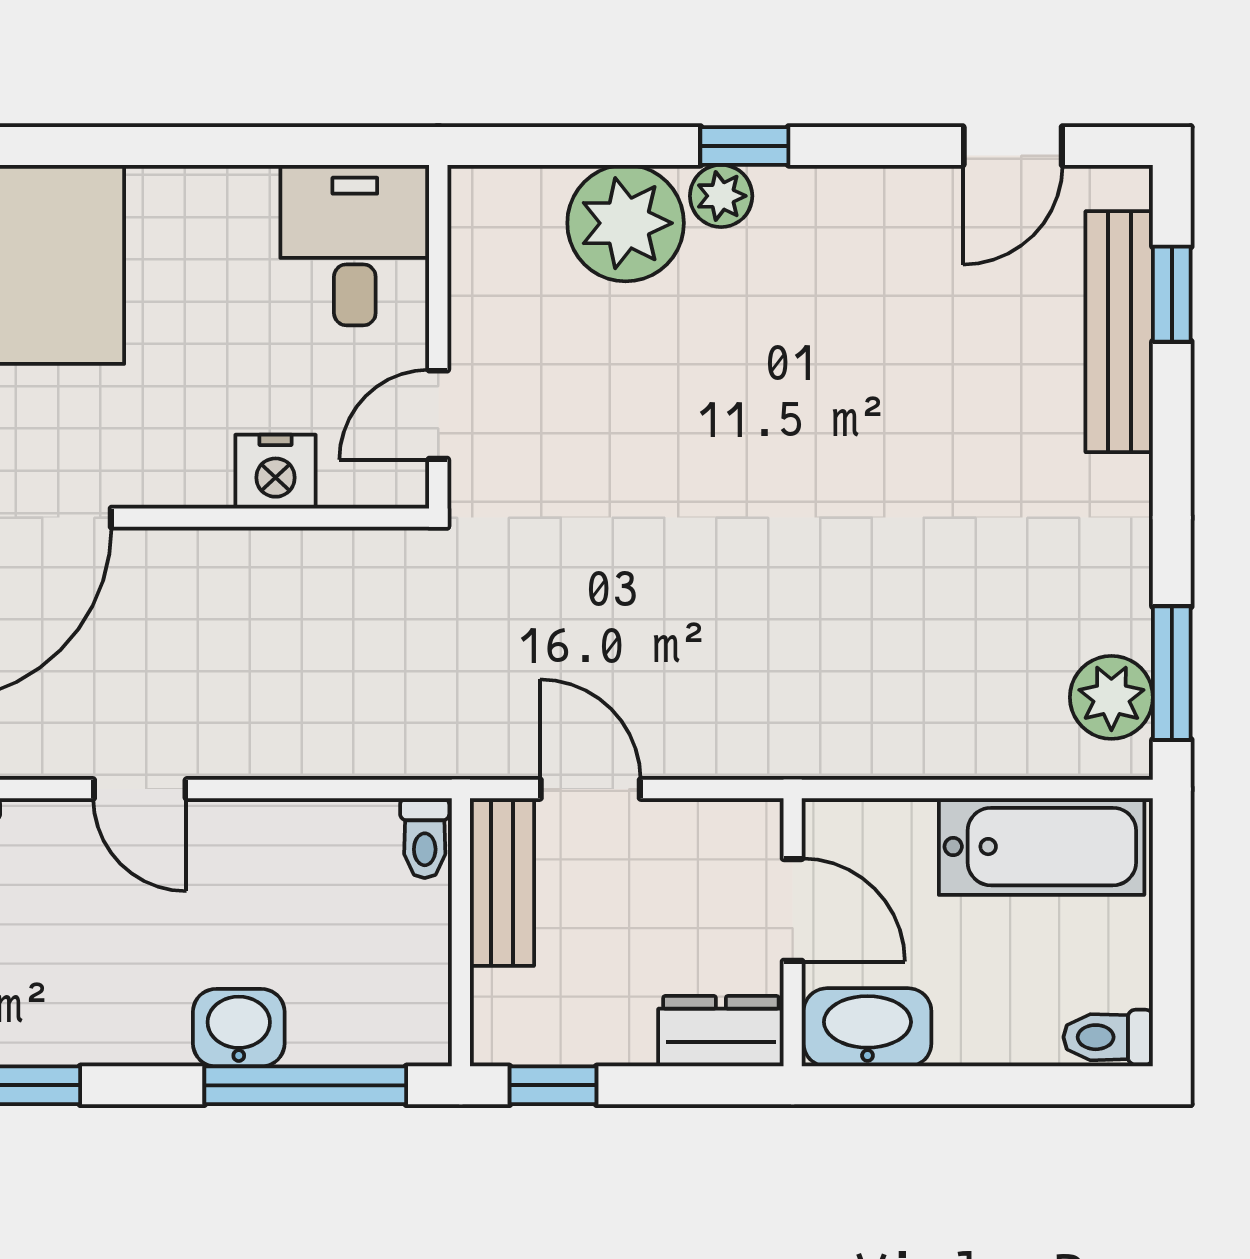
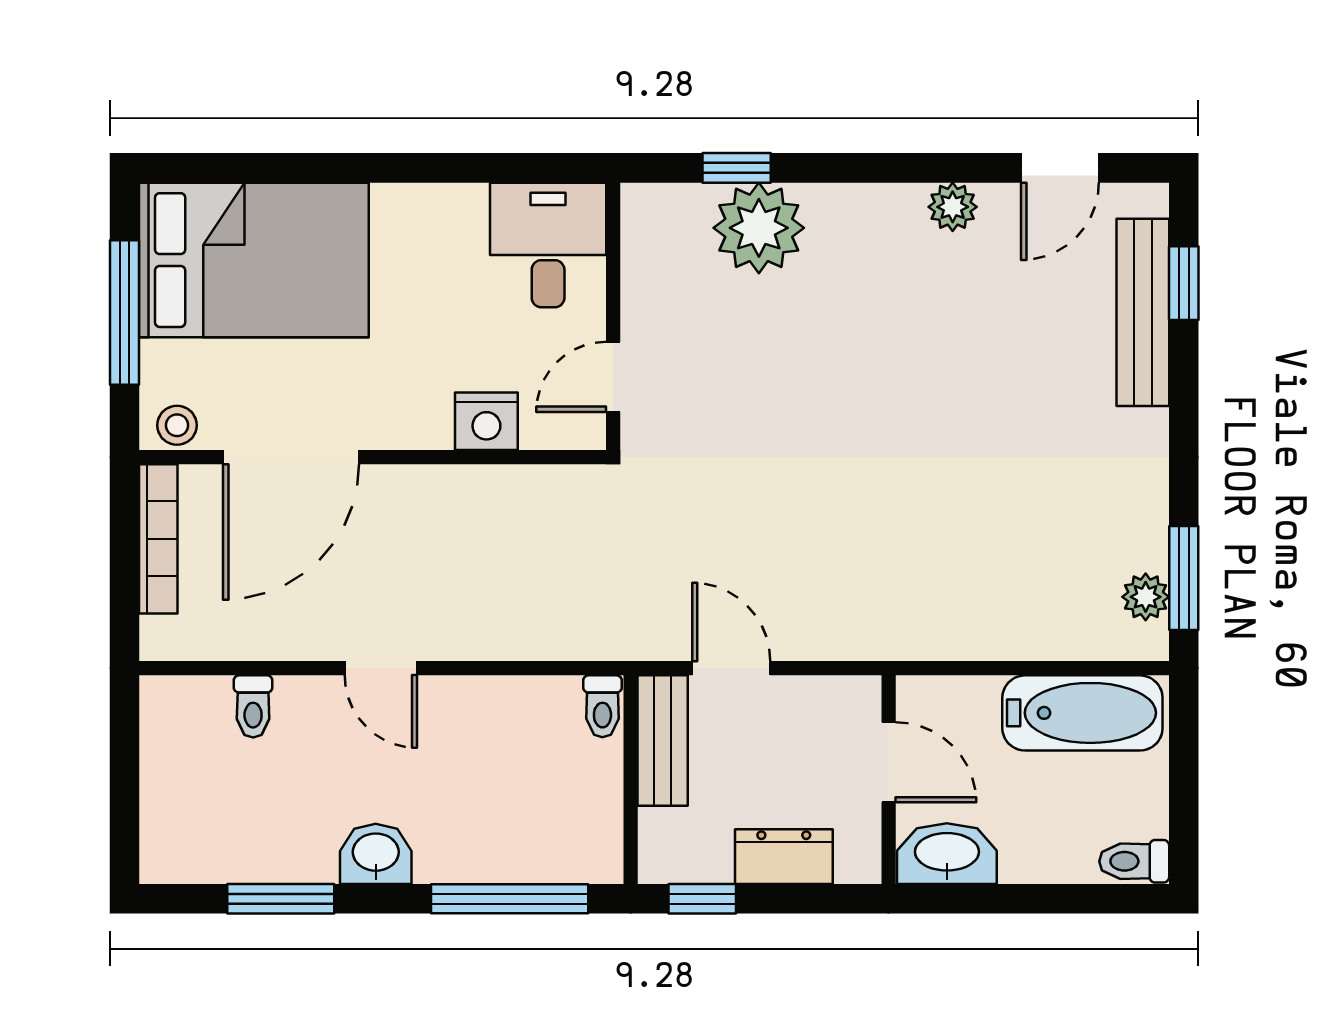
window: (744, 146) -> (737, 168), moved
plant: (721, 196) -> (953, 207), moved
plant: (1111, 697) -> (1146, 597), width x0.73, depth x0.73
washbasin: (239, 1028) -> (376, 854), moved
dresser: (721, 1031) -> (784, 857), moved

